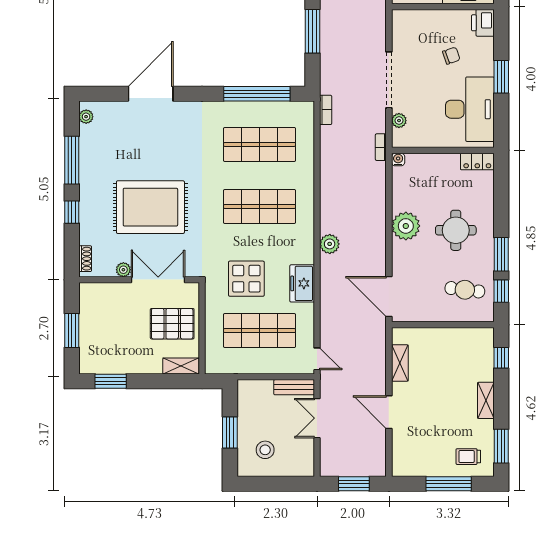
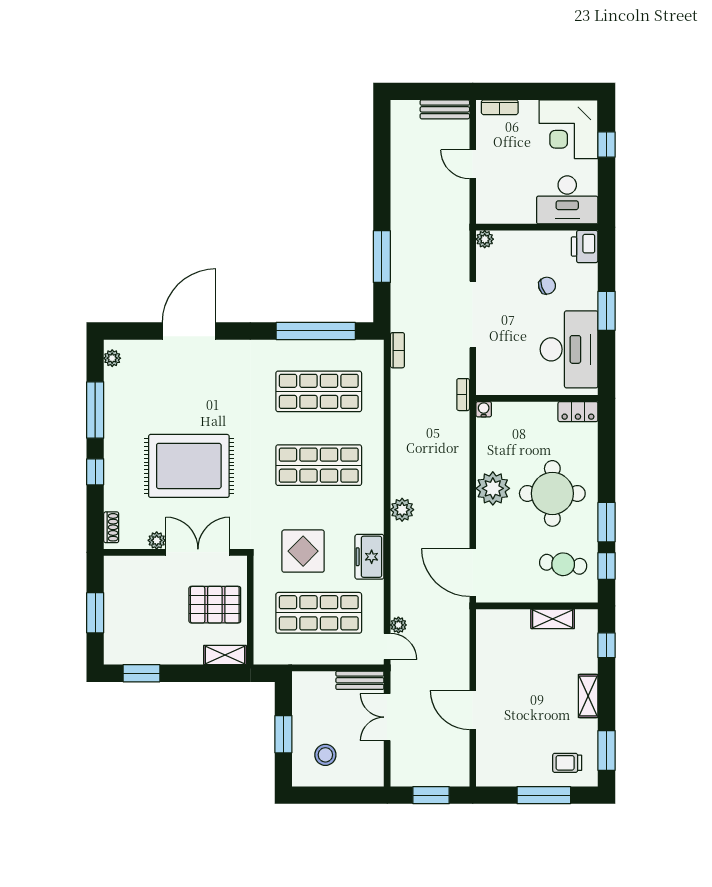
plant: (399, 121) -> (485, 239), moved
round table: (456, 230) -> (552, 493), width x1.36, depth x1.36
plant: (326, 341) -> (398, 625), added
shelving: (400, 363) -> (553, 619), moved, turned 90

